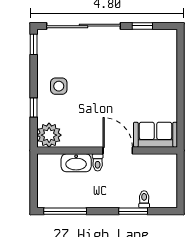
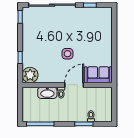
side table: (59, 86) -> (67, 54), moved
door: (118, 151) -> (74, 85), hinge flipped

